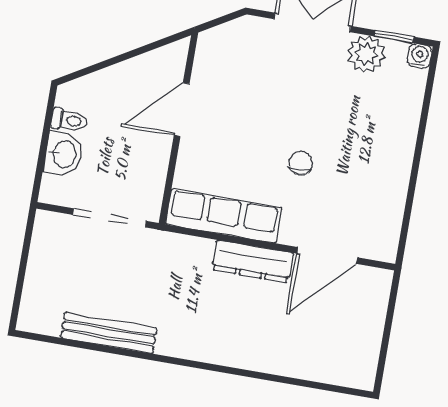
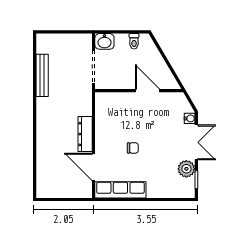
water cooler: (420, 56) -> (190, 118), moved
washbasin: (64, 154) -> (104, 41), moved
row of seats: (224, 216) -> (120, 190), moved, turned -90

